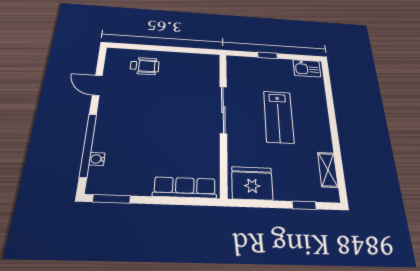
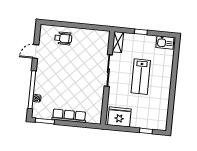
door: (97, 85) -> (36, 51), hinge flipped
shelving: (328, 170) -> (118, 42), moved
row of seats: (185, 188) -> (69, 116), moved

